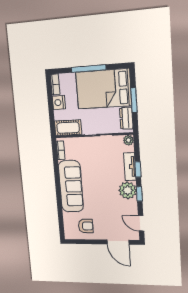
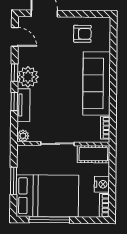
window: (89, 69) -> (49, 220), moved
dresser: (126, 118) -> (24, 161), removed
armchair: (86, 226) -> (82, 34), turned 180

